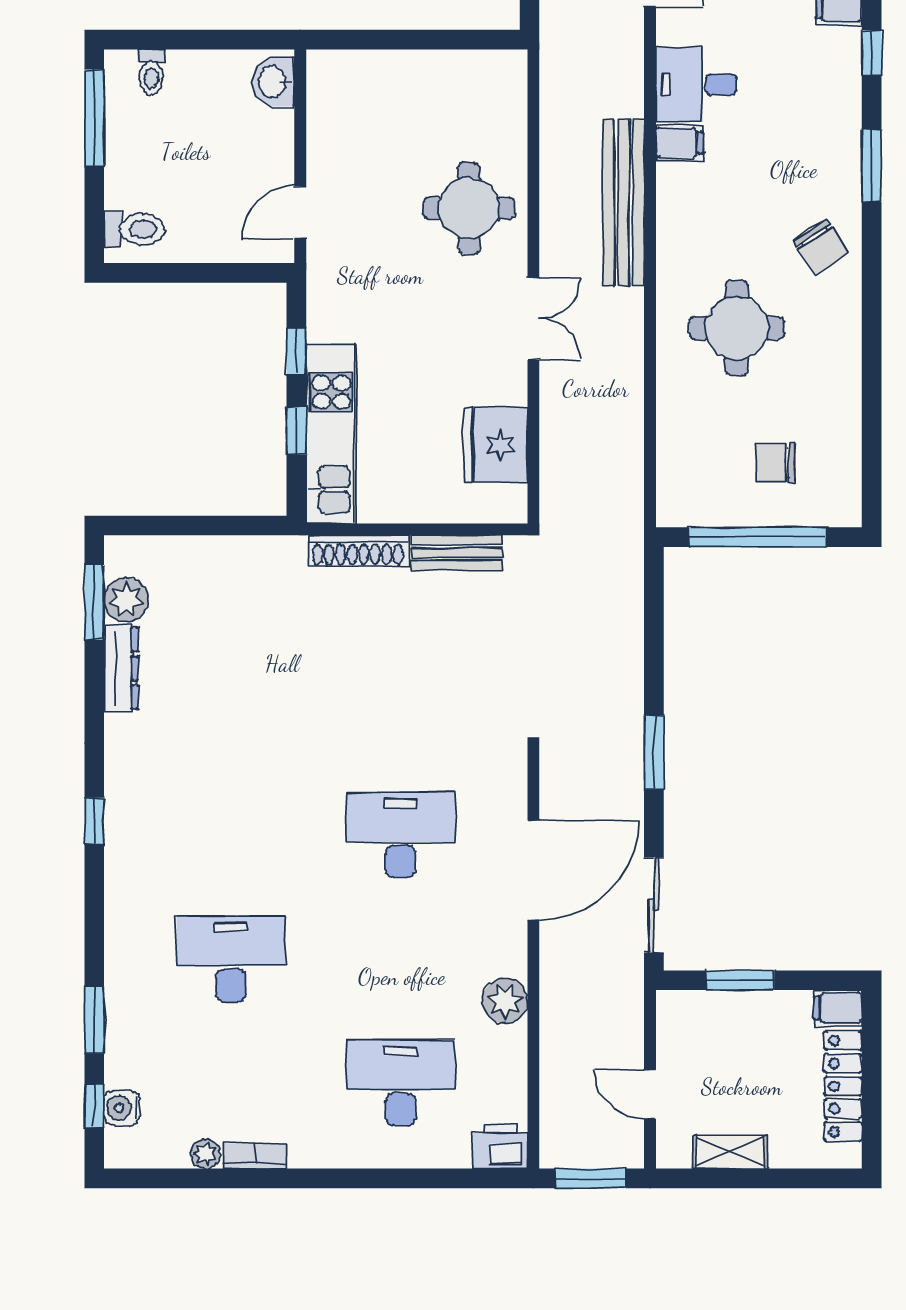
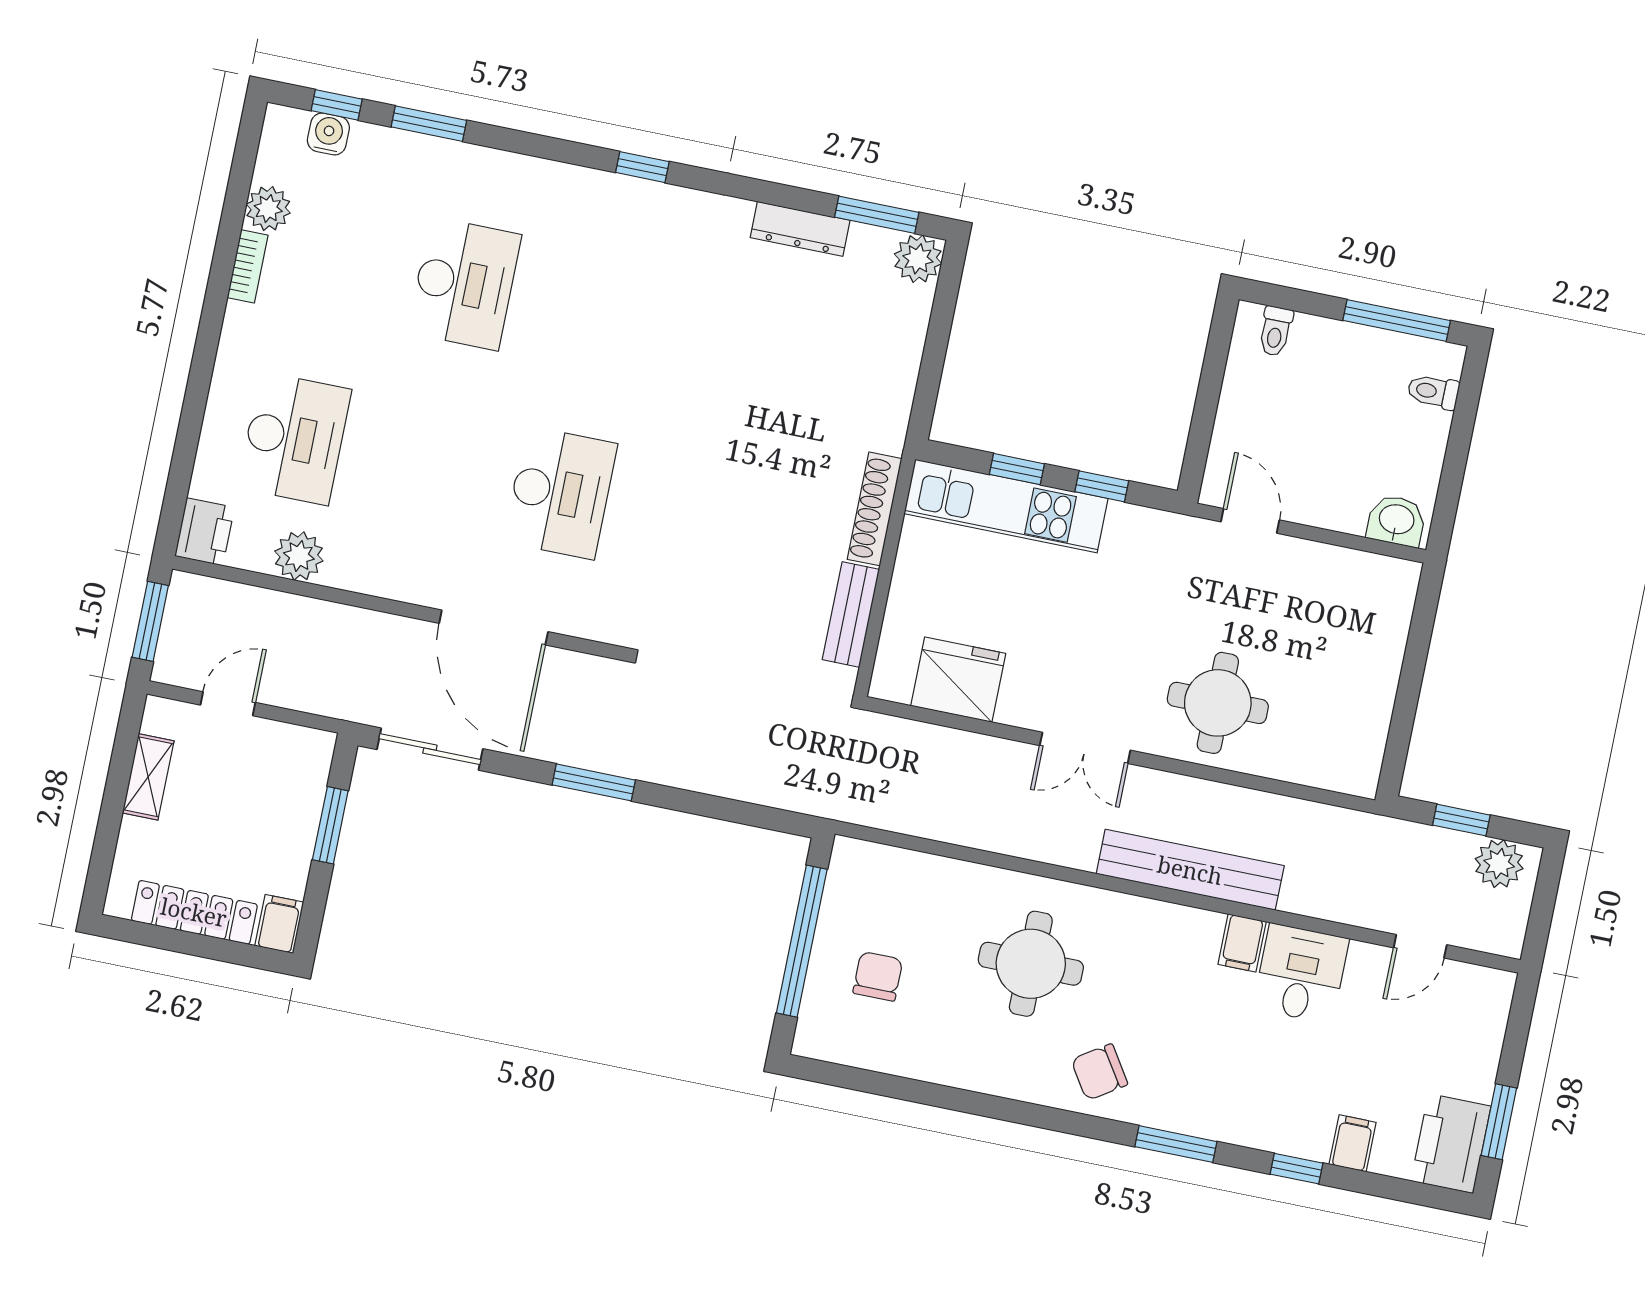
toilet: (134, 229) -> (1276, 331), width x0.73, depth x0.72
plant: (126, 600) -> (918, 259), moved
plant: (505, 1001) -> (299, 556), moved
plant: (205, 1154) -> (268, 209), width x1.38, depth x1.38

